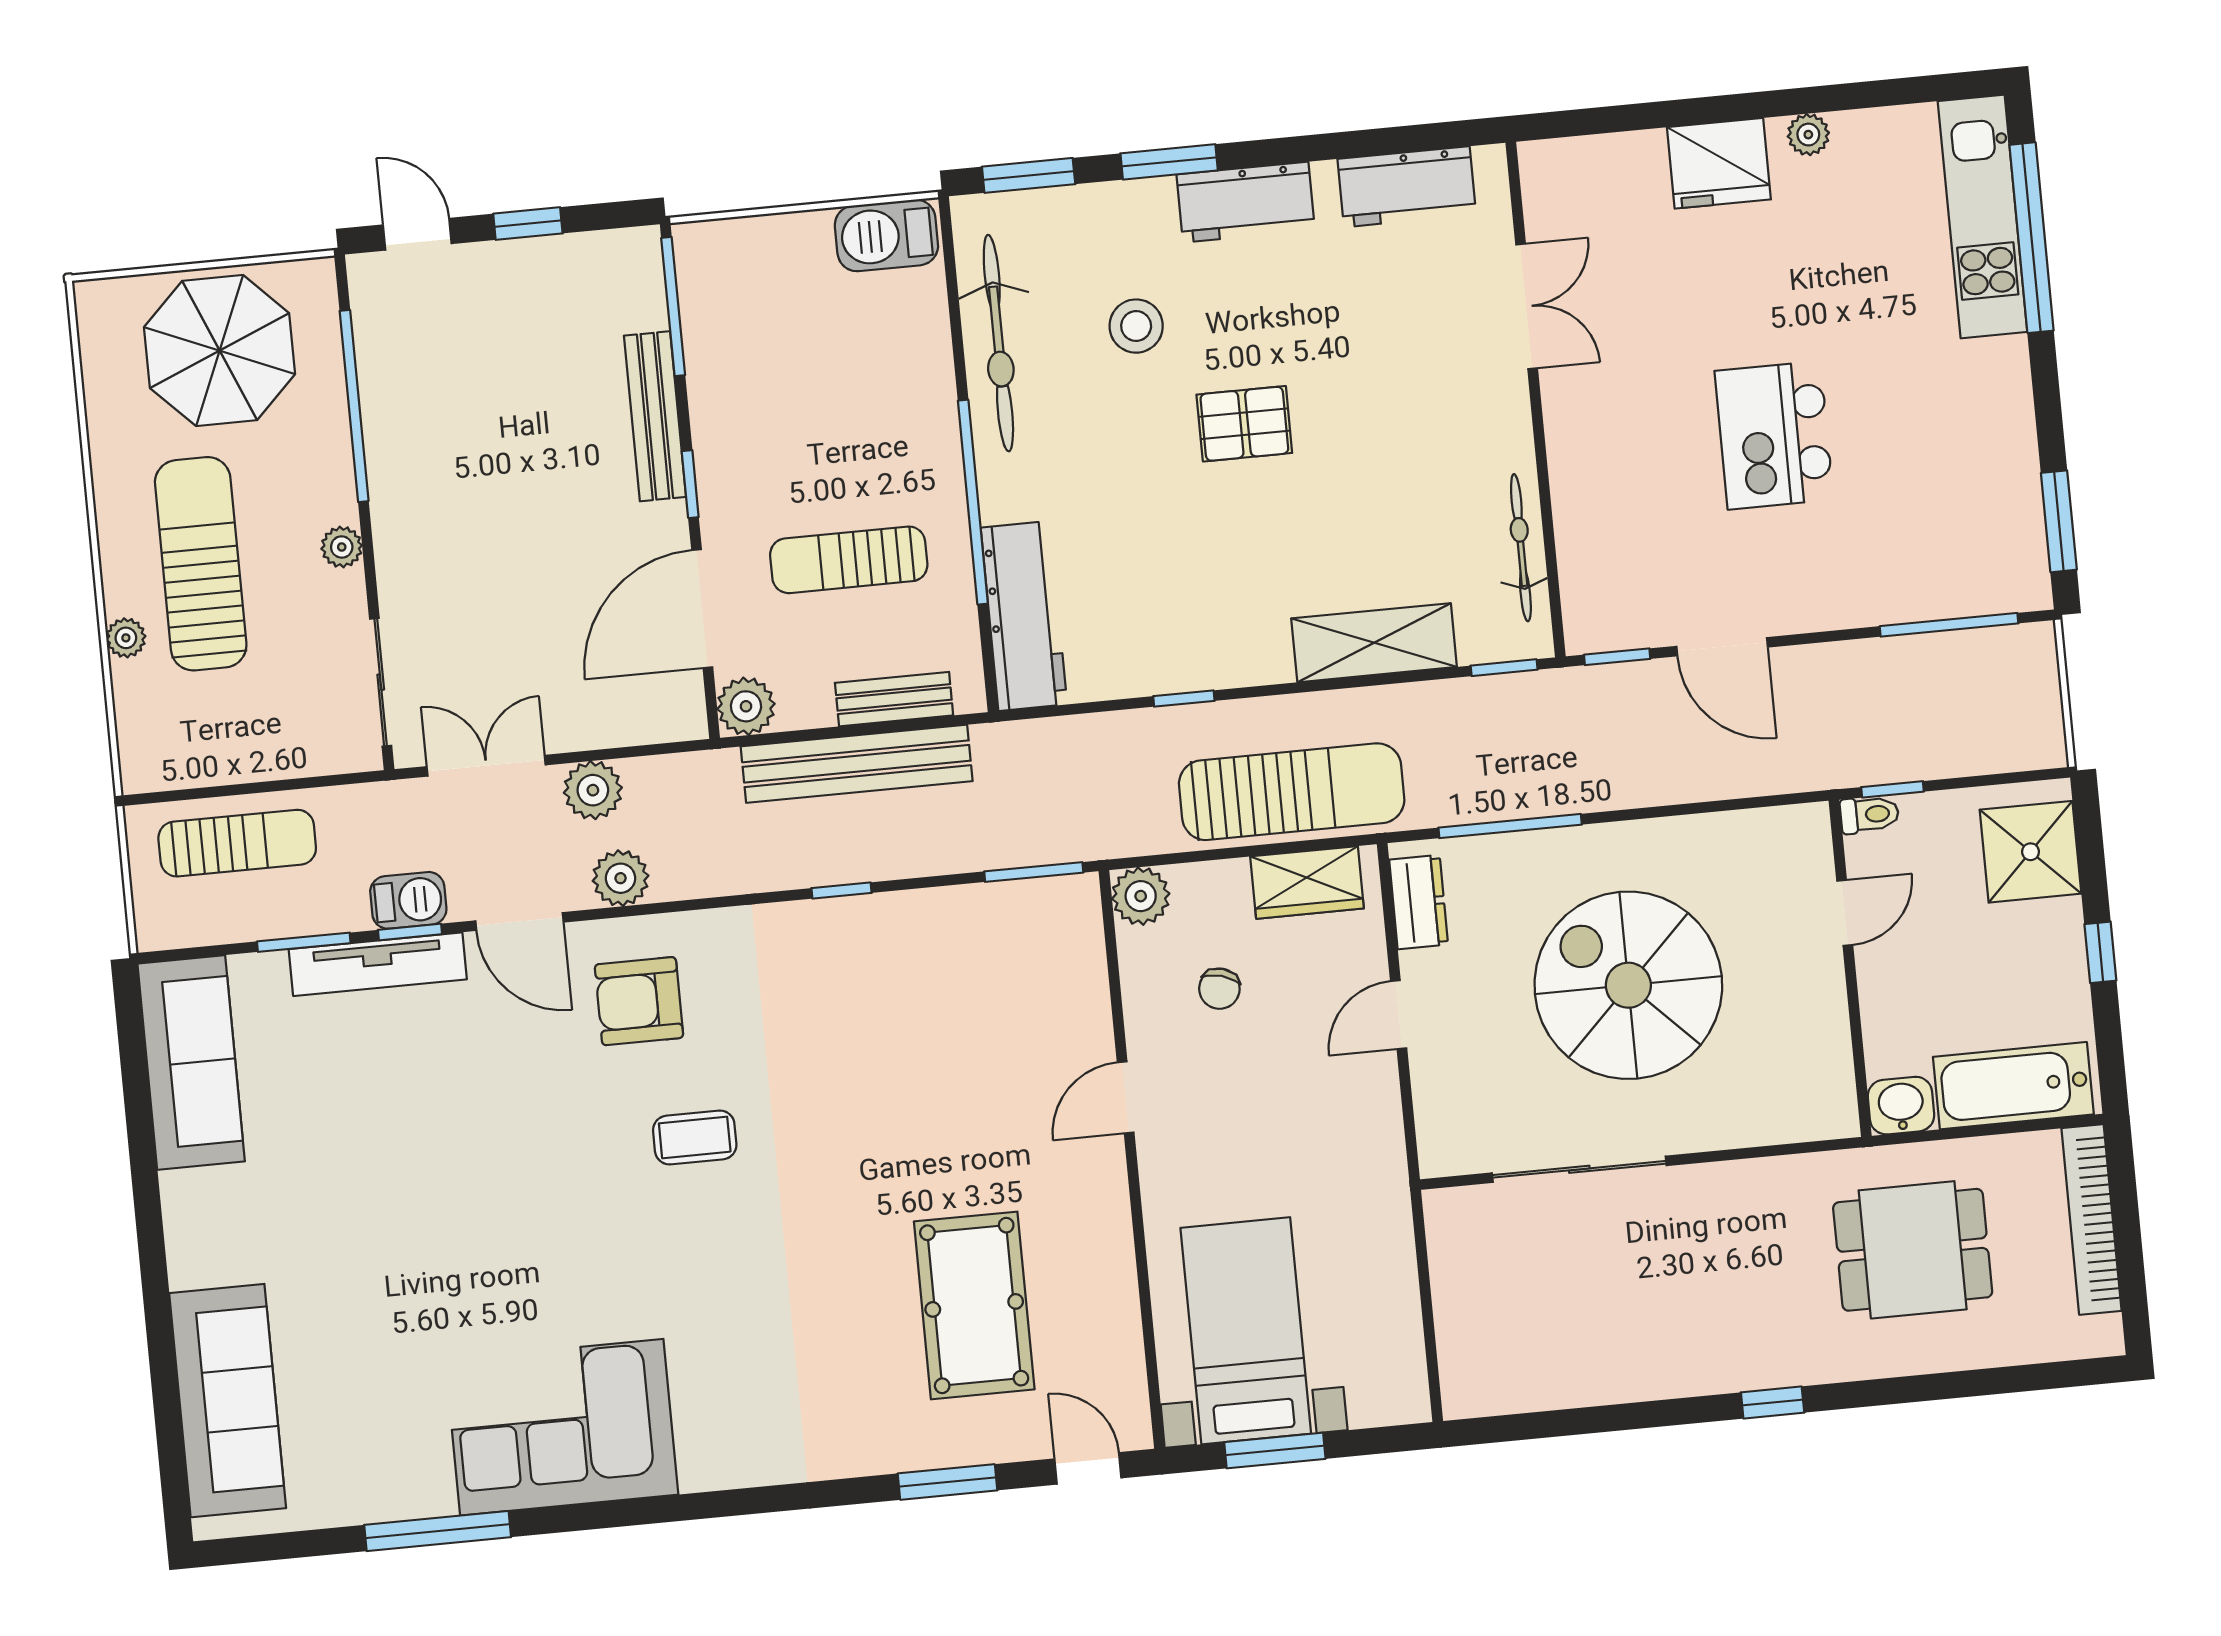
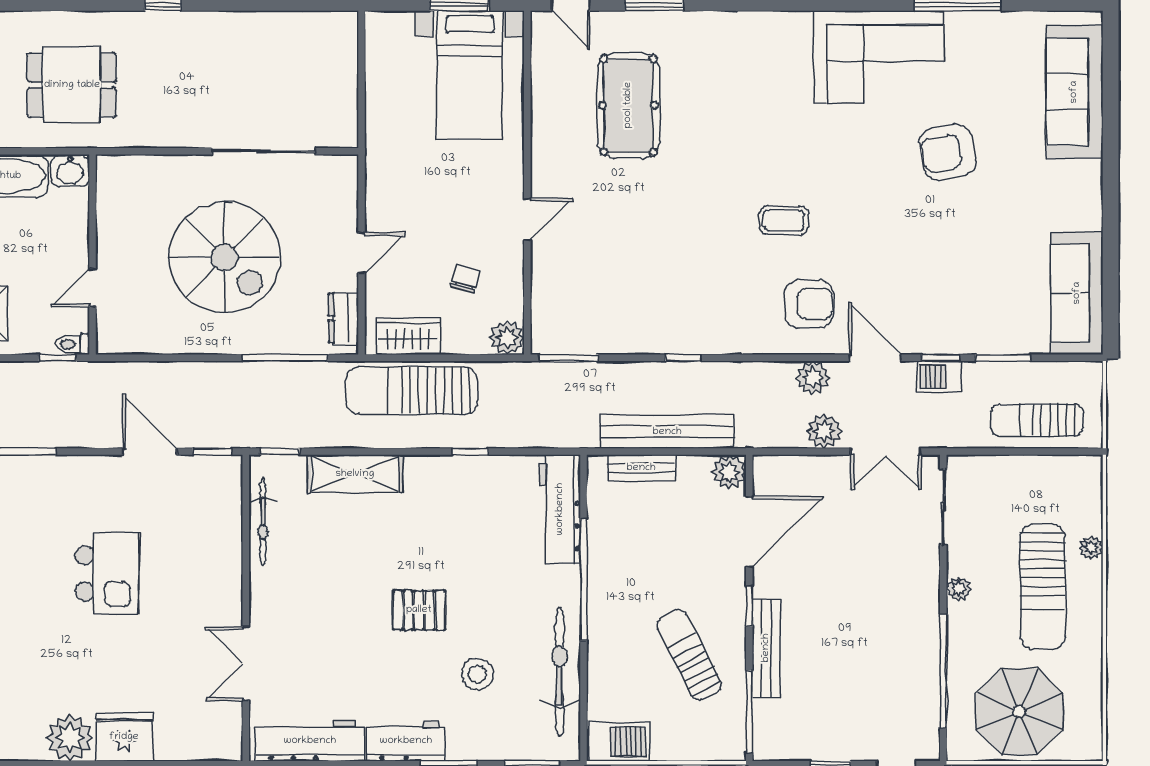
plant: (1808, 135) -> (70, 738), width x1.87, depth x1.87
workbench: (1407, 187) -> (310, 741), width x1.38
sun lounger: (849, 560) -> (689, 655), moved, turned -117
tv unit: (378, 964) -> (961, 341), removed
armchair: (431, 1278) -> (947, 152), added

